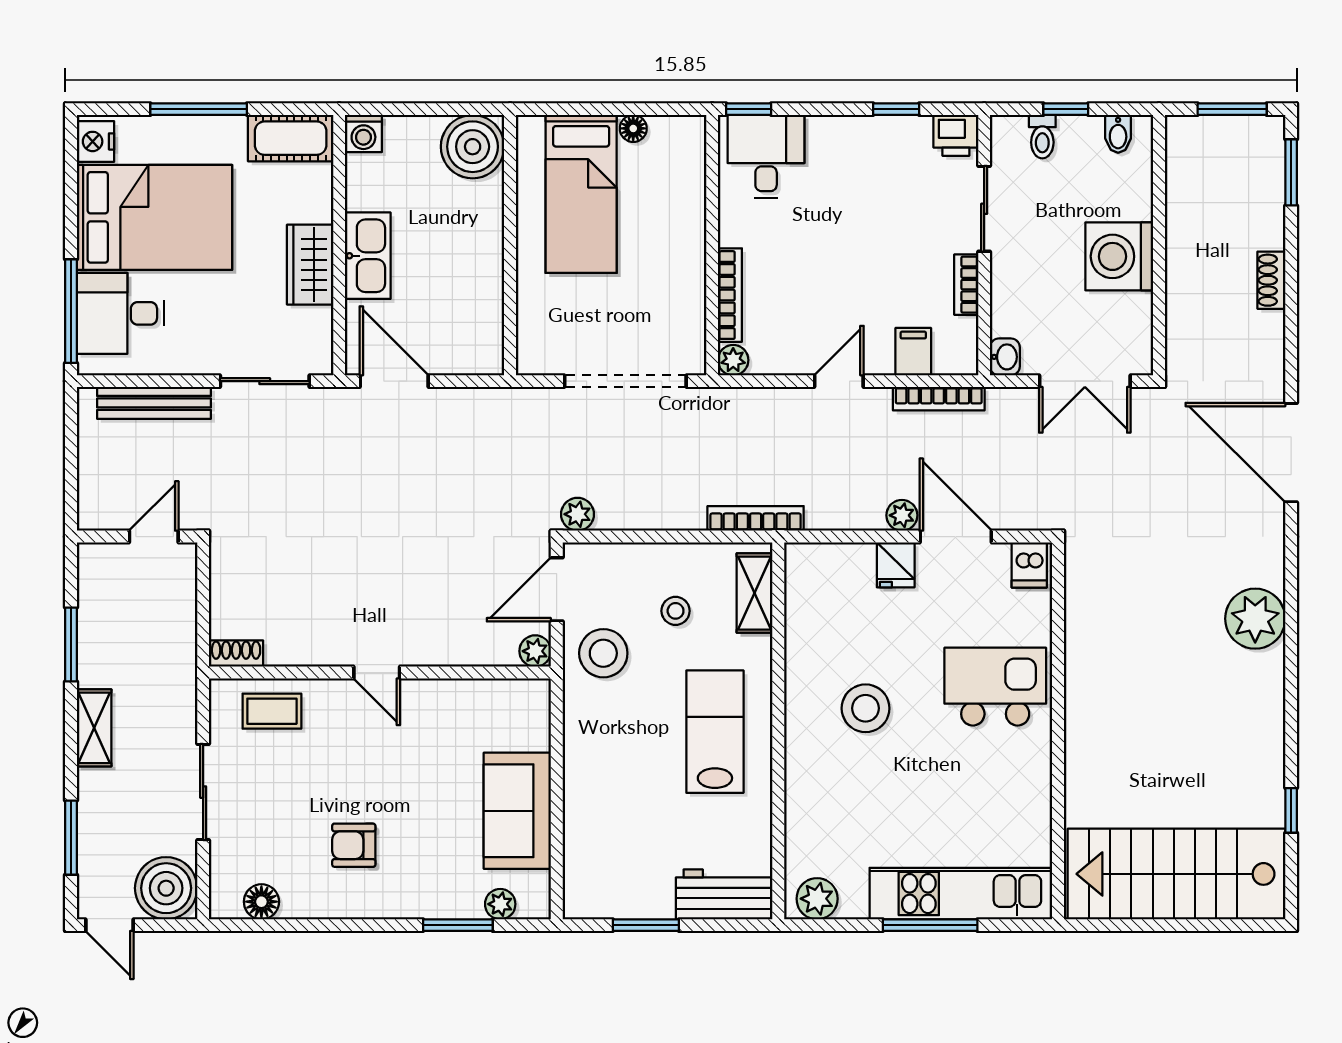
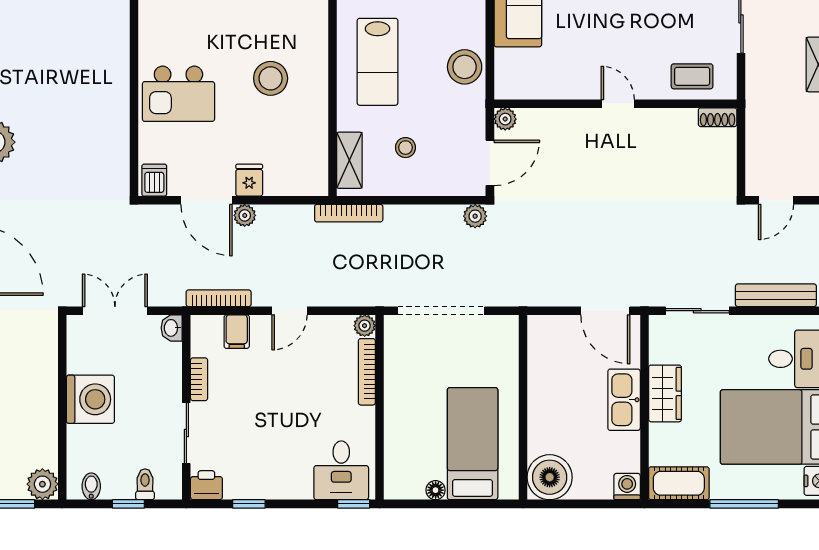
plant: (1187, 137) -> (42, 484), added
stool: (603, 653) -> (465, 67), moved

